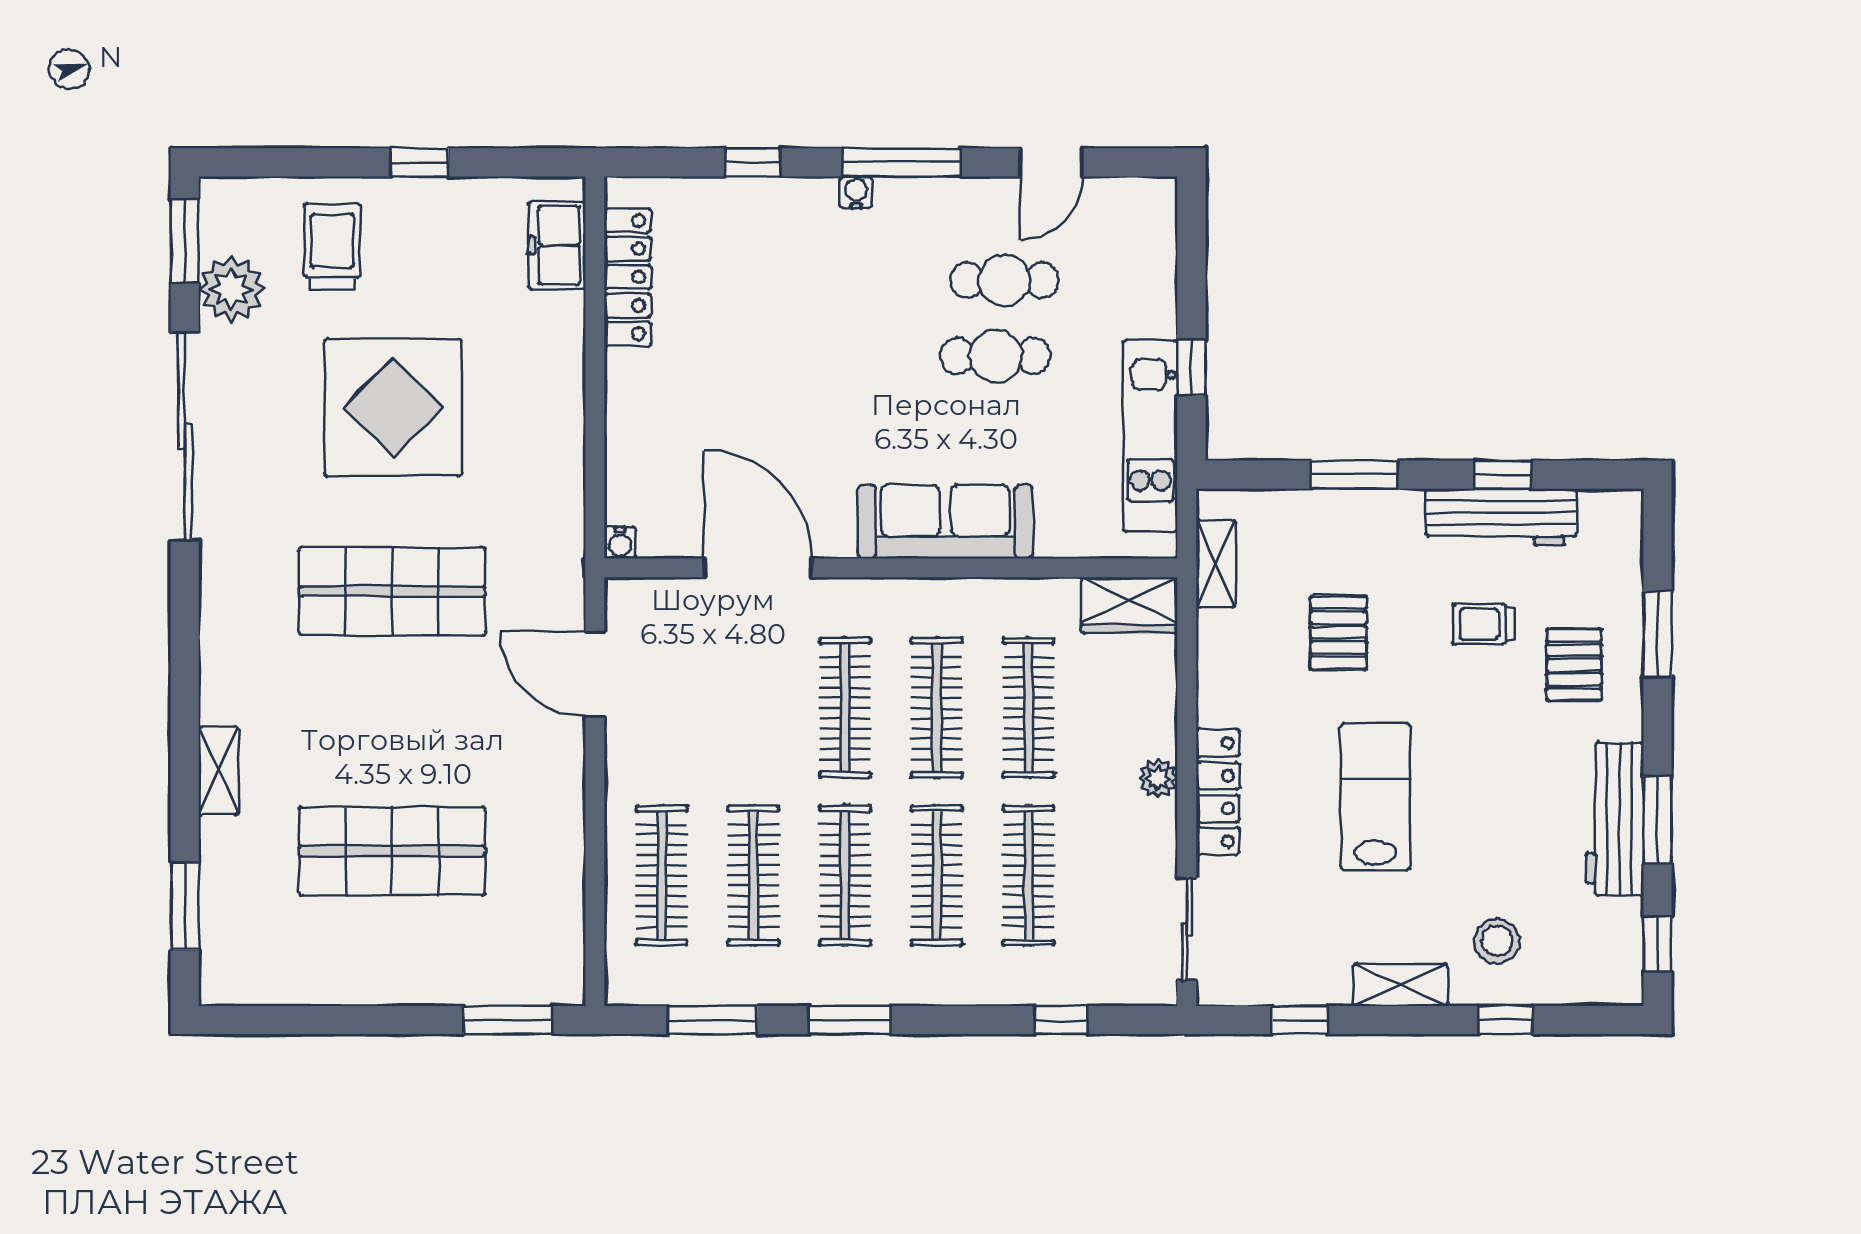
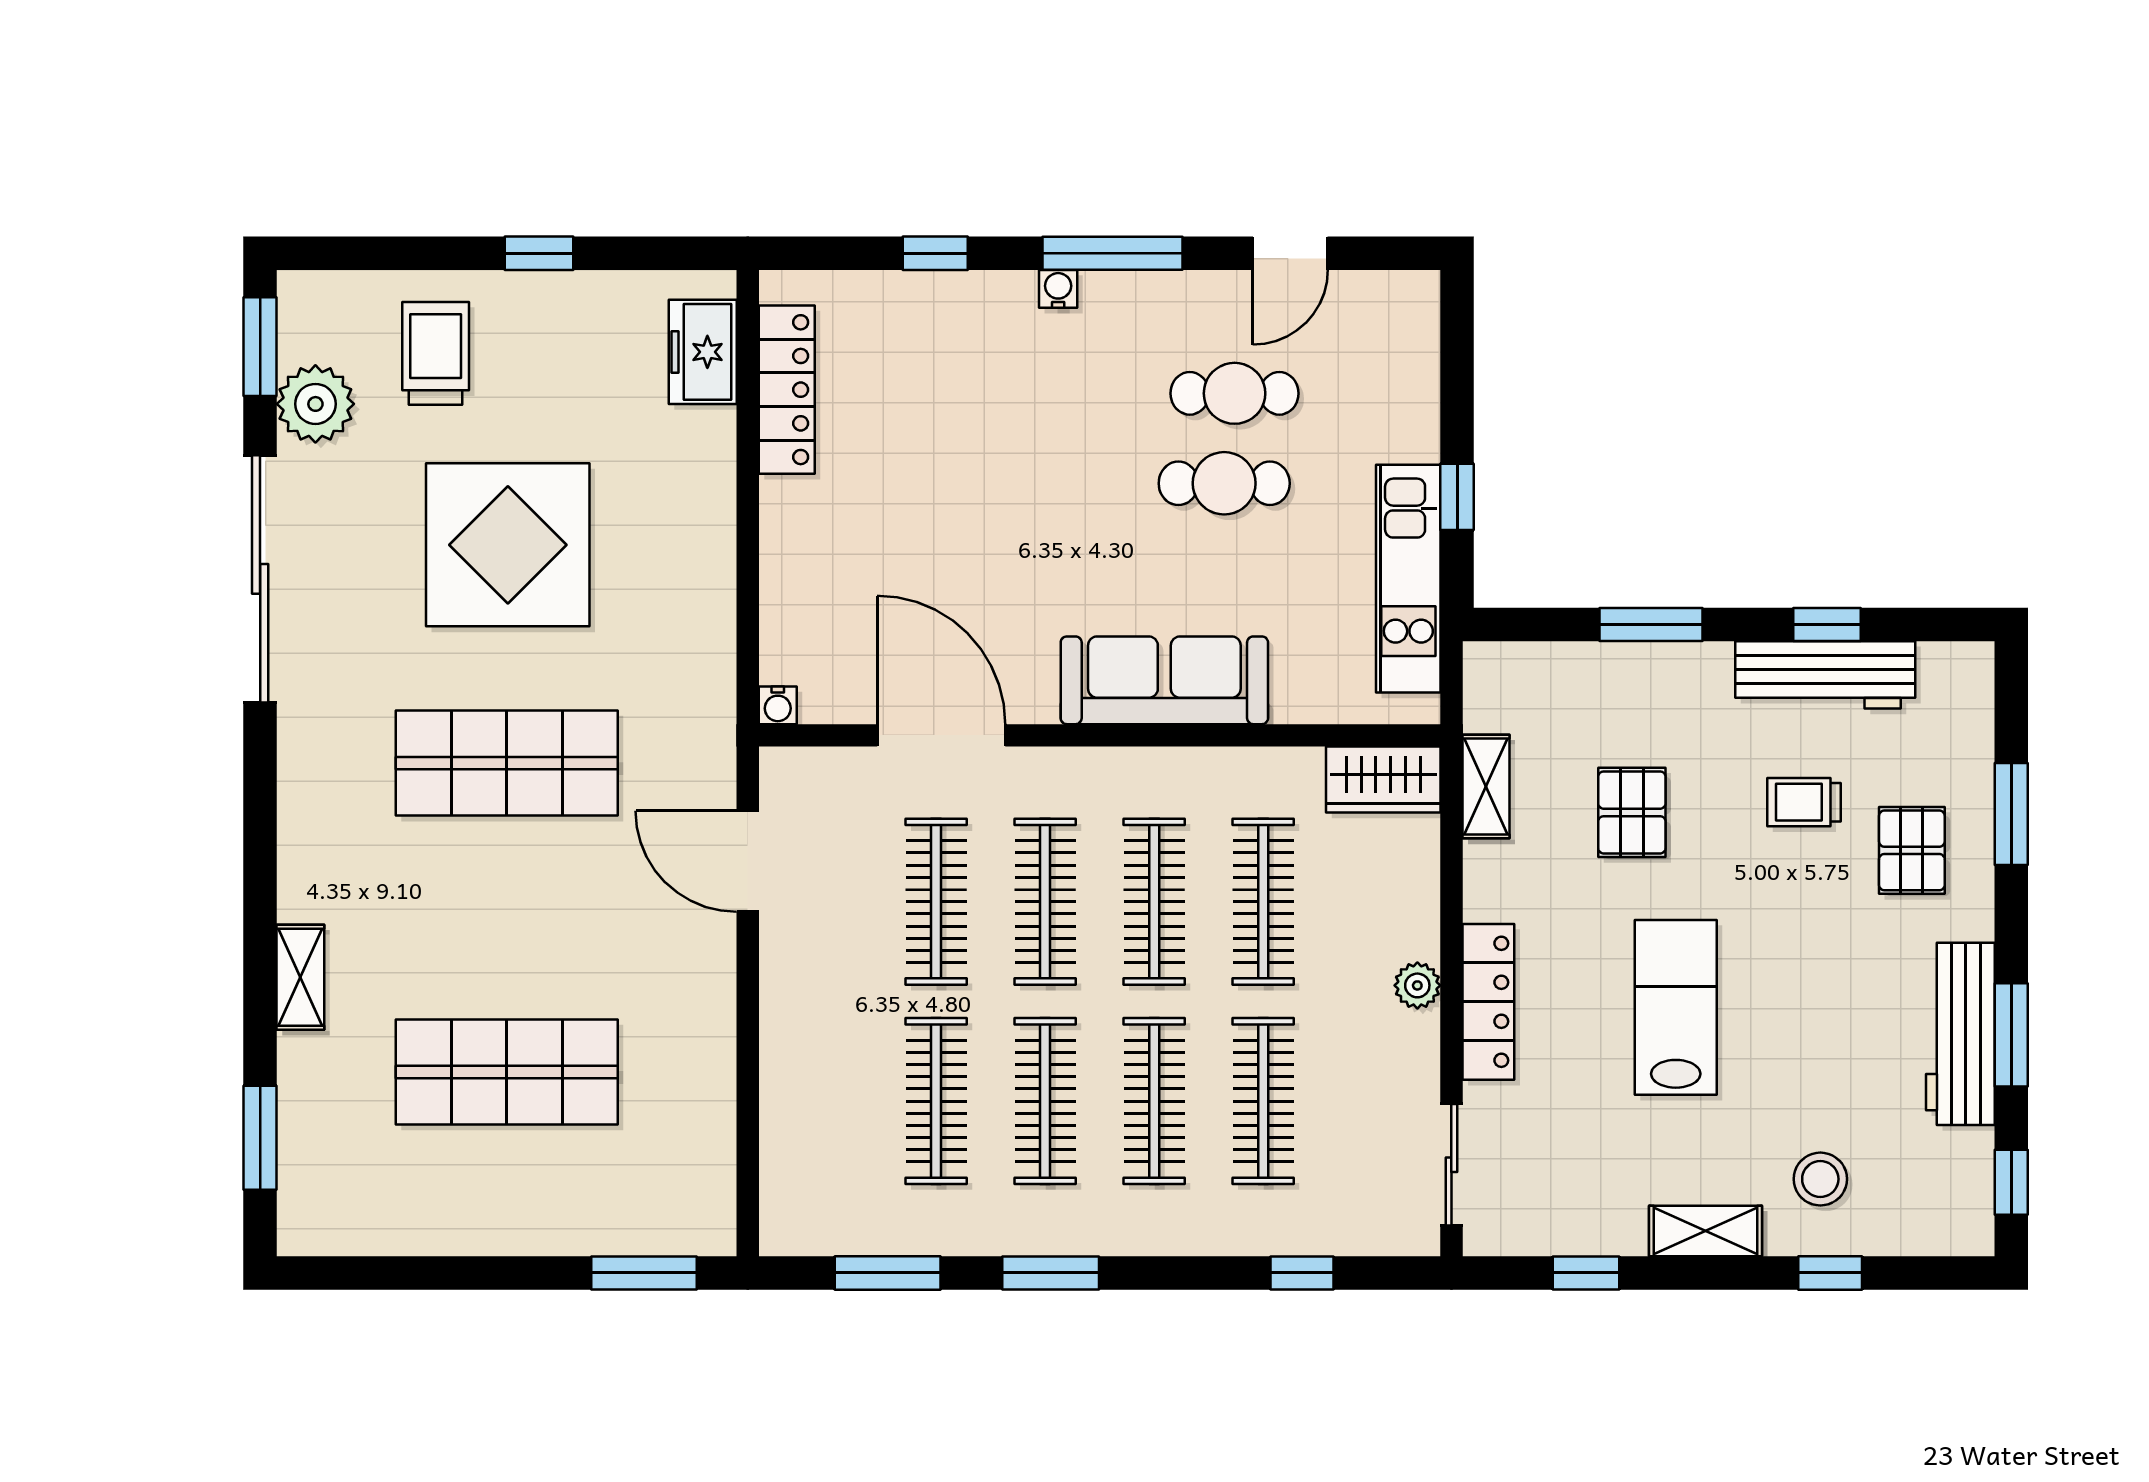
shelving: (1216, 564) -> (1486, 786), moved
clothes rail: (662, 875) -> (936, 902), moved

